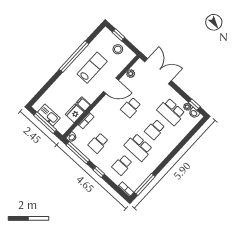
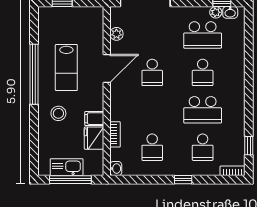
stool: (118, 49) -> (58, 113), moved
lab bench: (92, 68) -> (66, 67), turned 180
window: (78, 153) -> (139, 180), removed
window: (145, 184) -> (249, 146), width x0.46

